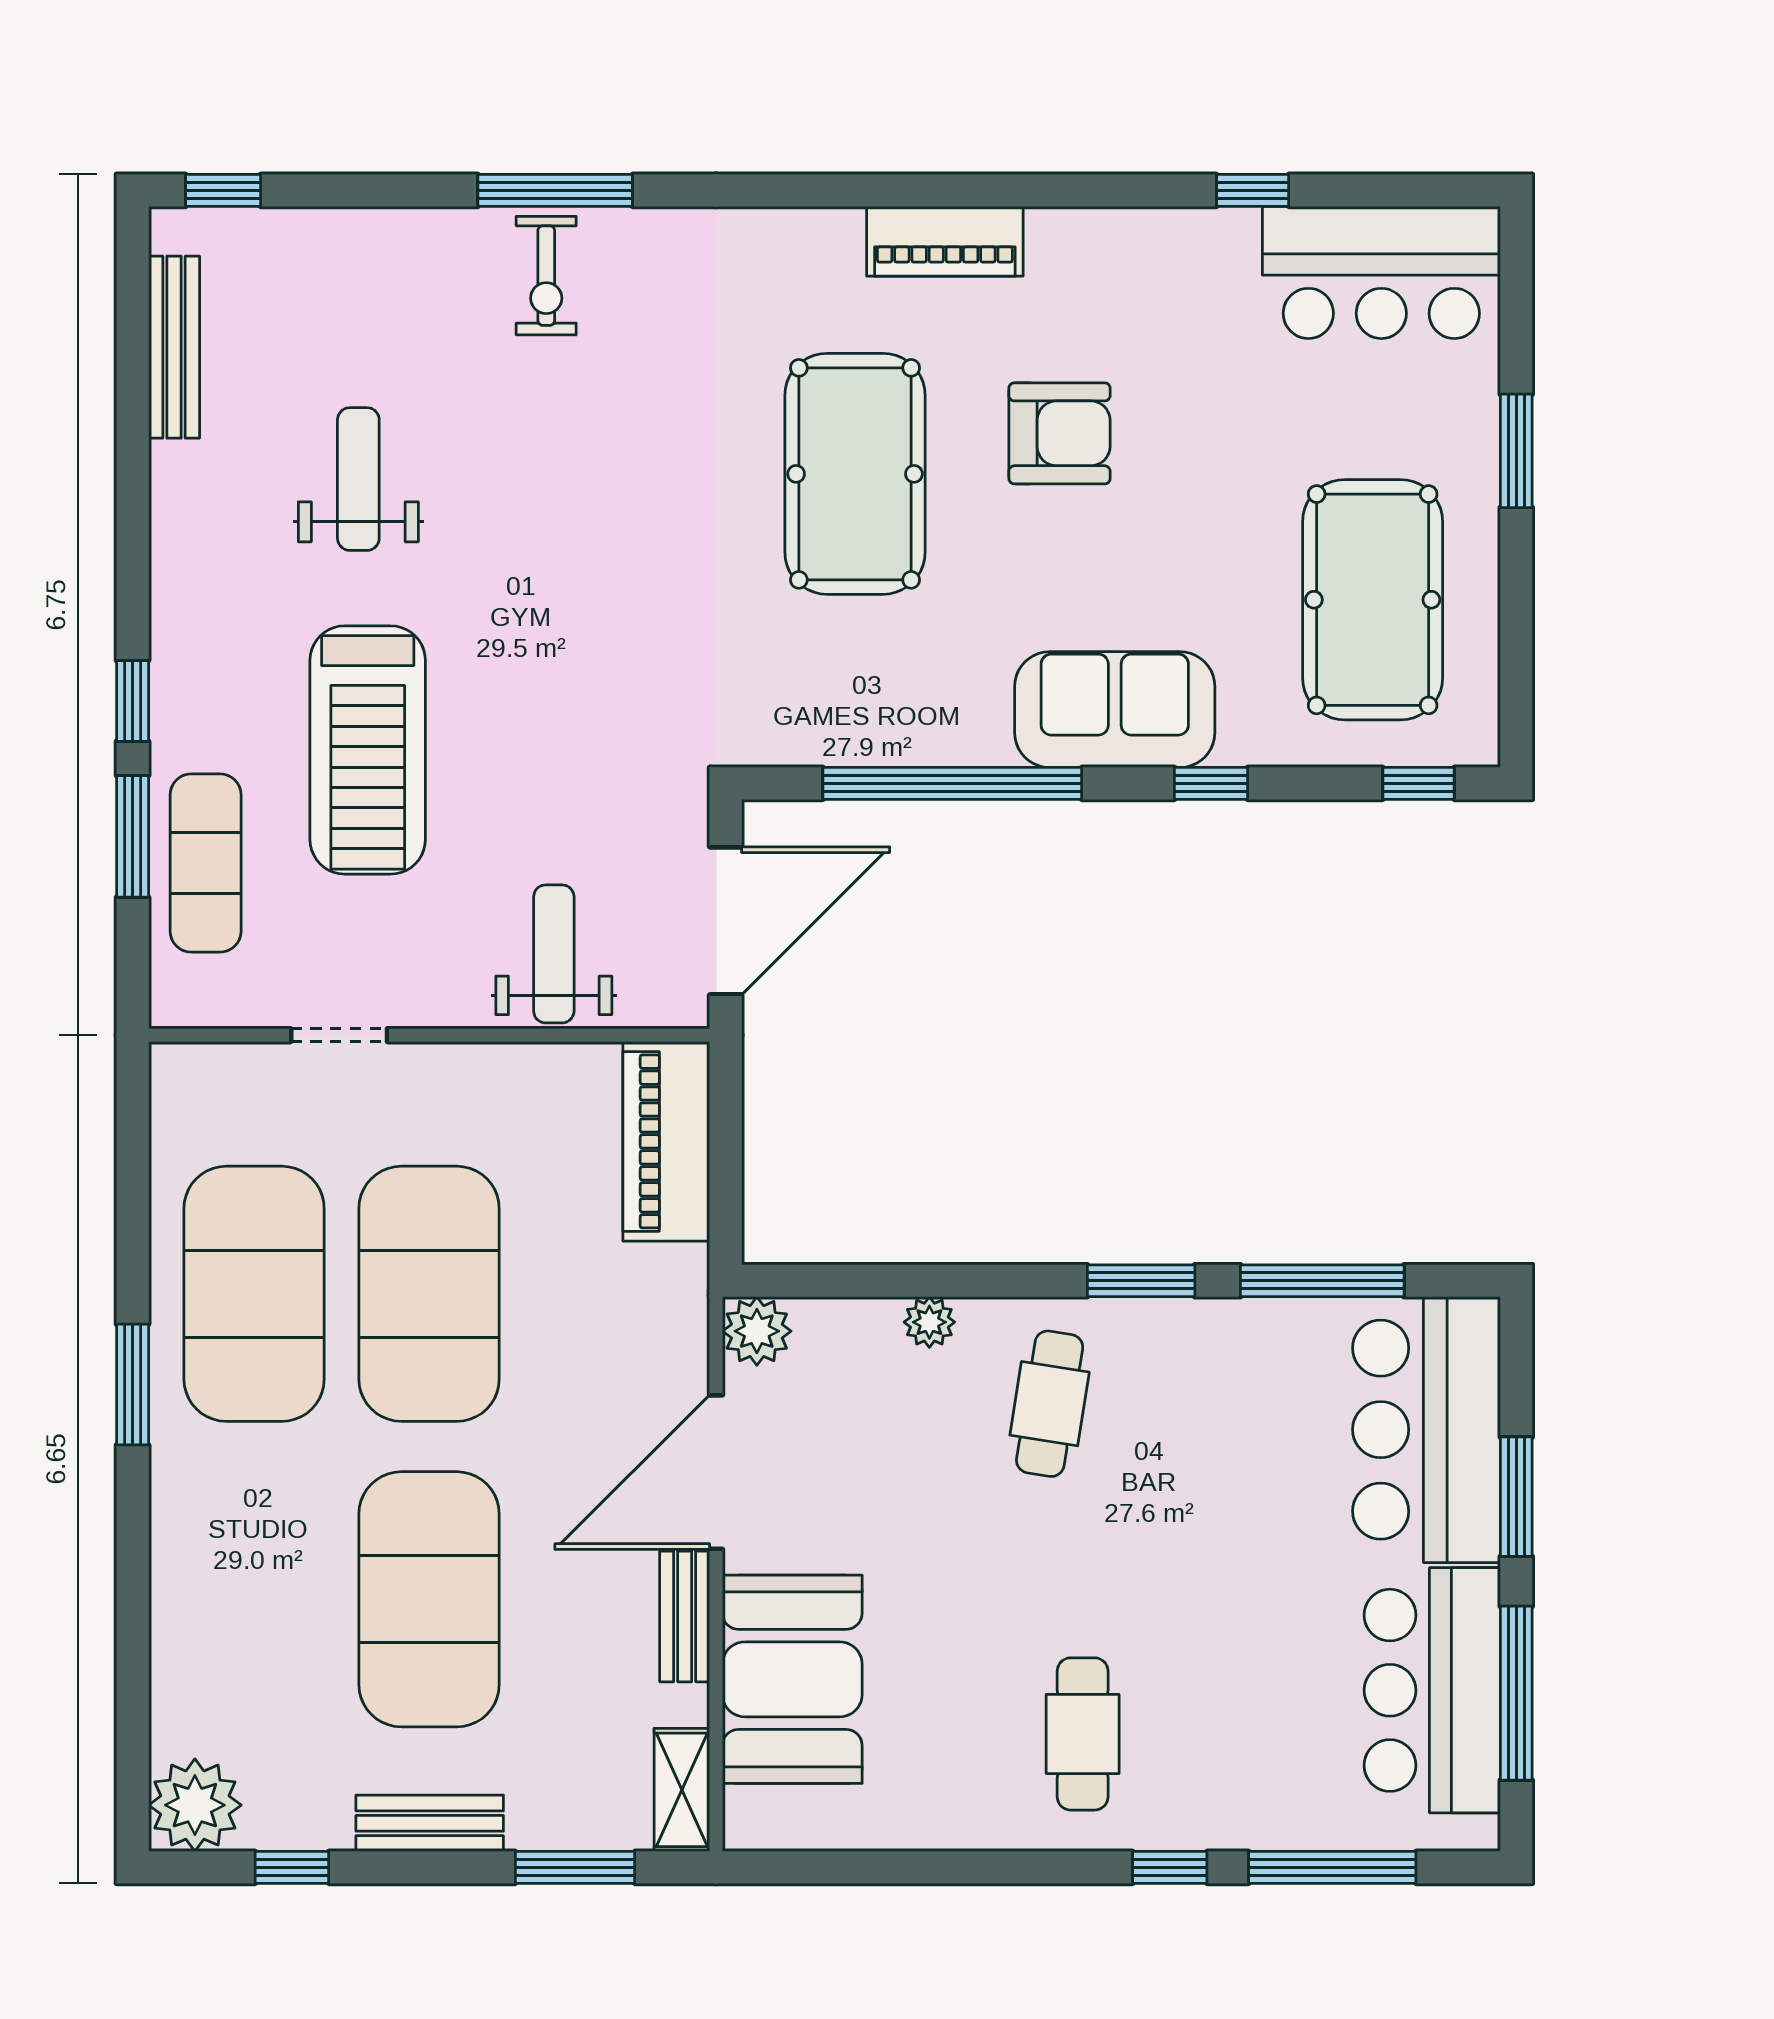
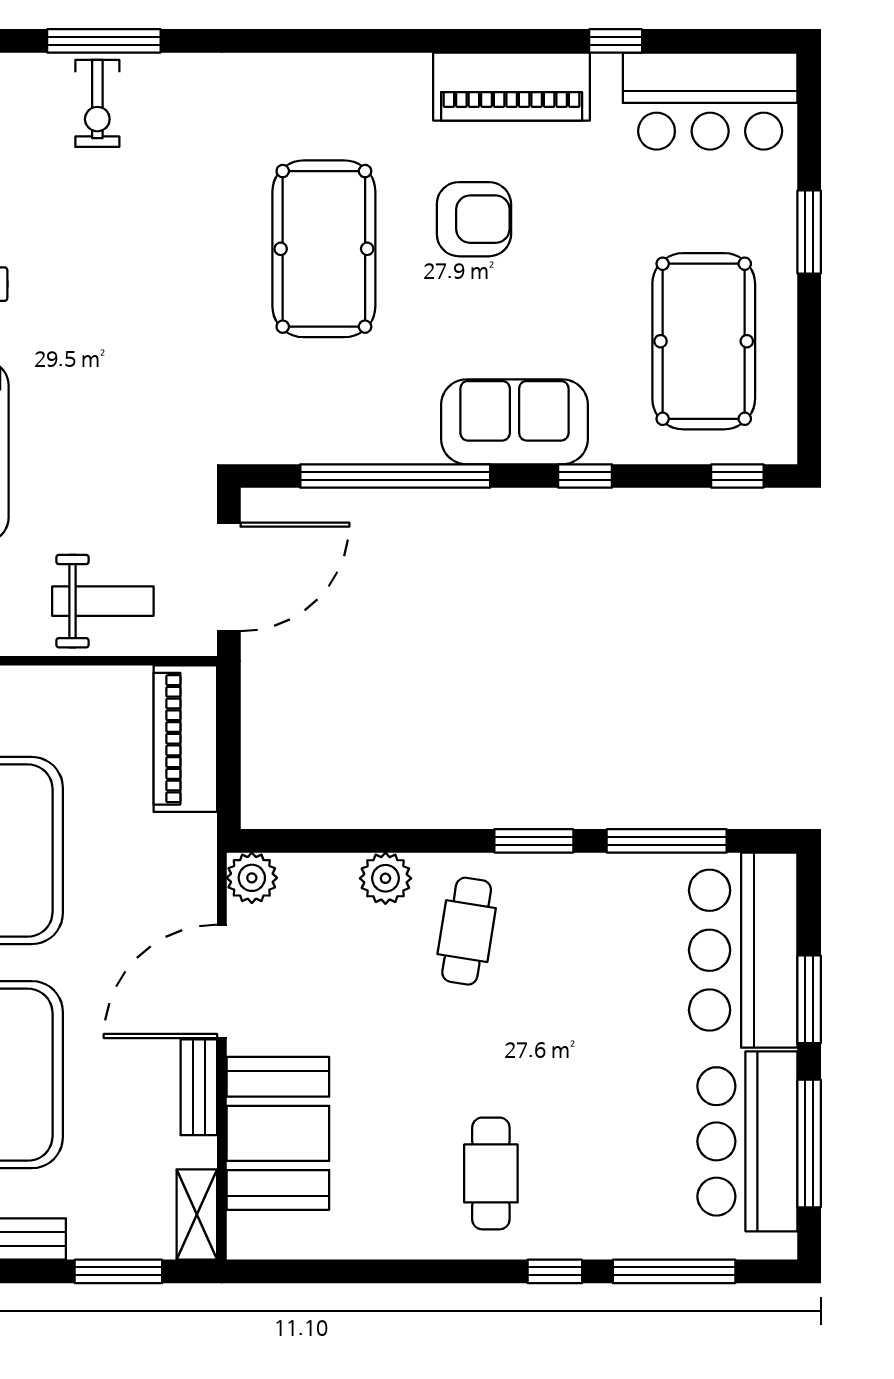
piano: (945, 241) -> (512, 87), moved, width x1.37, depth x1.33
weight bench: (554, 954) -> (103, 601), turned 90
plant: (929, 1322) -> (385, 878), width x1.38, depth x1.38

